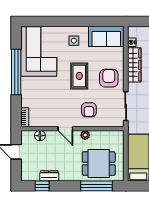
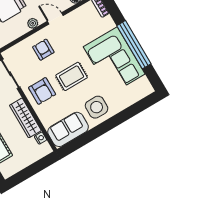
side table: (74, 41) -> (97, 107), width x1.87, depth x1.87
corner sofa: (39, 51) -> (114, 60), moved
rug: (79, 76) -> (72, 76), turned 90

